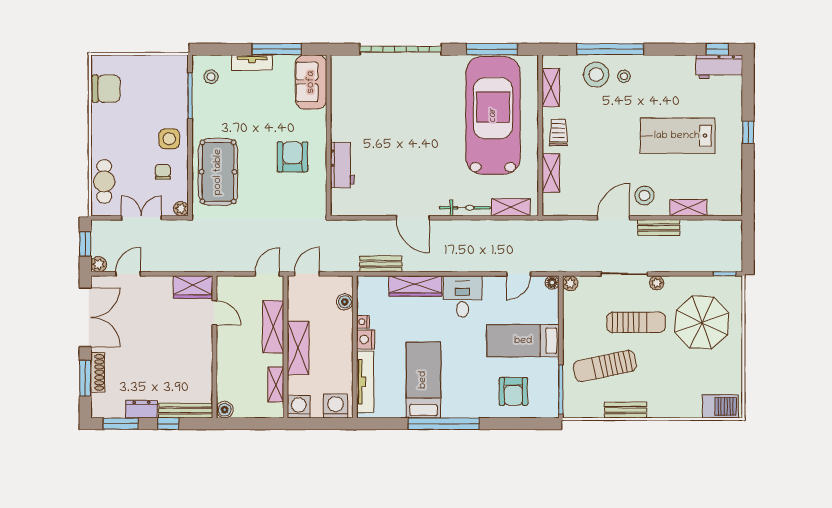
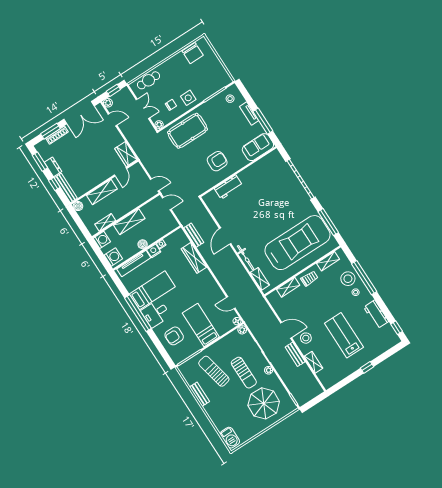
workbench: (719, 67) -> (376, 314), moved
desk: (462, 296) -> (156, 313), moved, turned 180
boiler: (345, 302) -> (143, 244), moved
shelving: (273, 327) -> (102, 192), moved

